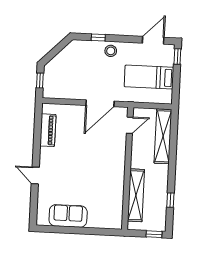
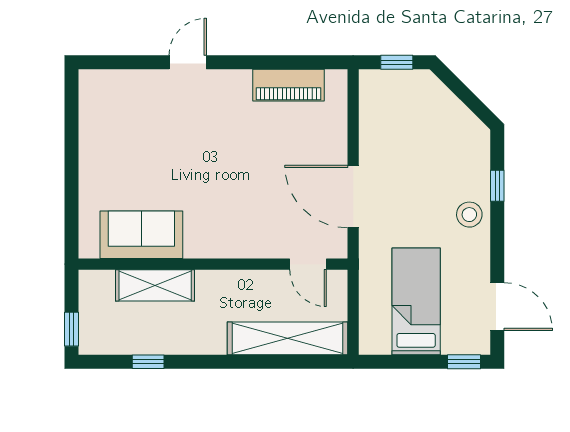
shelving: (136, 195) -> (155, 285), width x0.68
sofa: (68, 216) -> (141, 235), moved, turned -90

